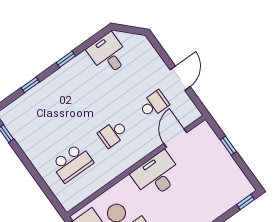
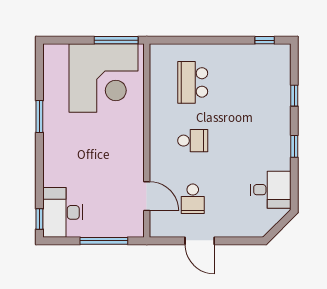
school desk: (113, 134) -> (193, 141), turned 90
window: (228, 146) -> (104, 241), width x2.17
desk: (157, 175) -> (63, 212), moved, turned 180

